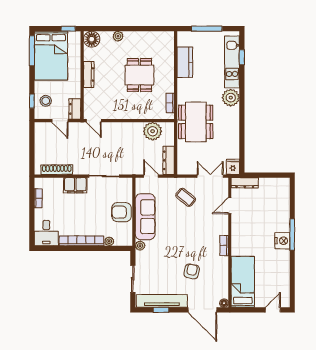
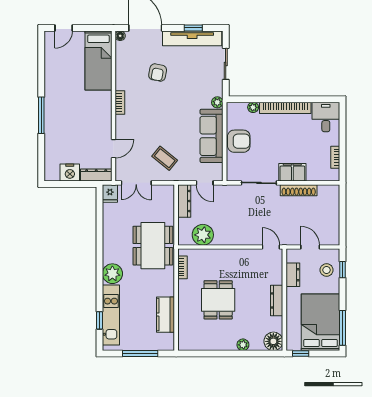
dresser: (75, 109) -> (293, 275), moved
shoe rack: (57, 170) -> (299, 190), moved
nightstand: (282, 241) -> (70, 173), moved, turned -90

